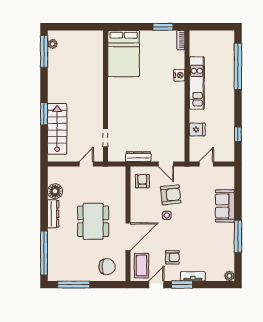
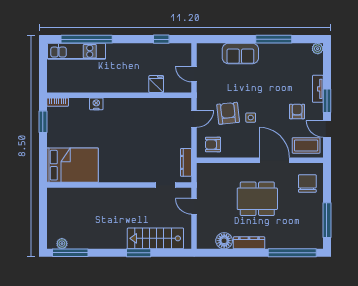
kitchen unit: (197, 83) -> (76, 51), moved, turned 180
dresser: (138, 157) -> (186, 162), moved

